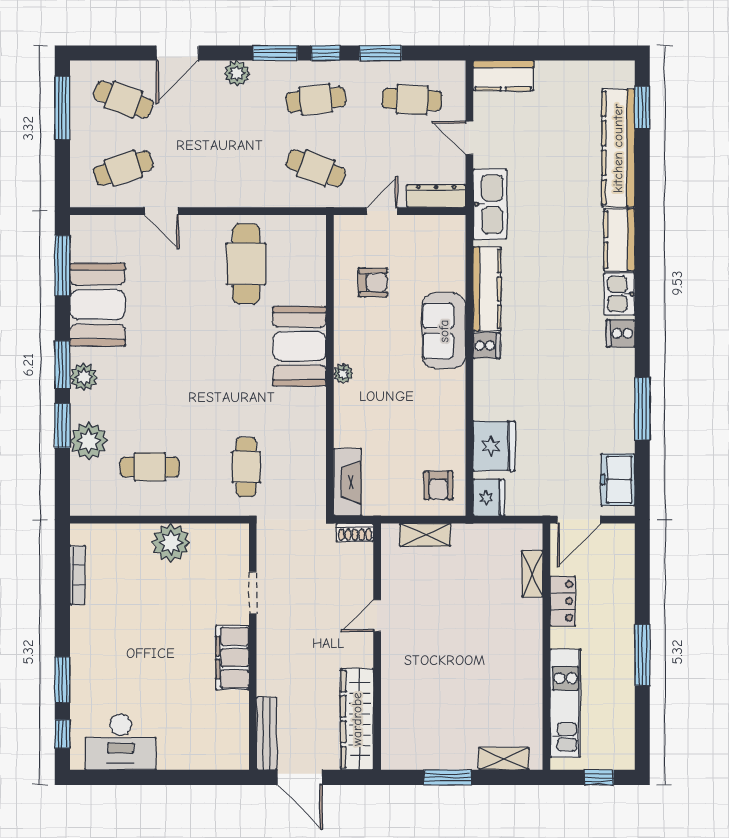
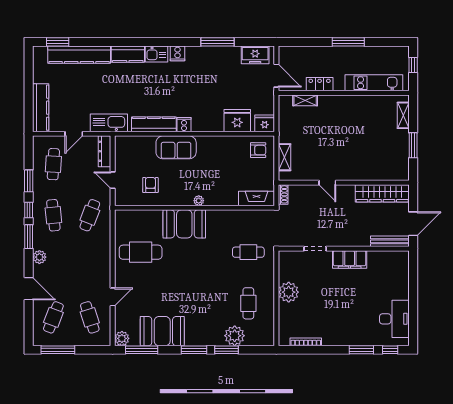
kitchen counter: (503, 76) -> (41, 108), width x1.50
plant: (84, 377) -> (122, 338), moved

